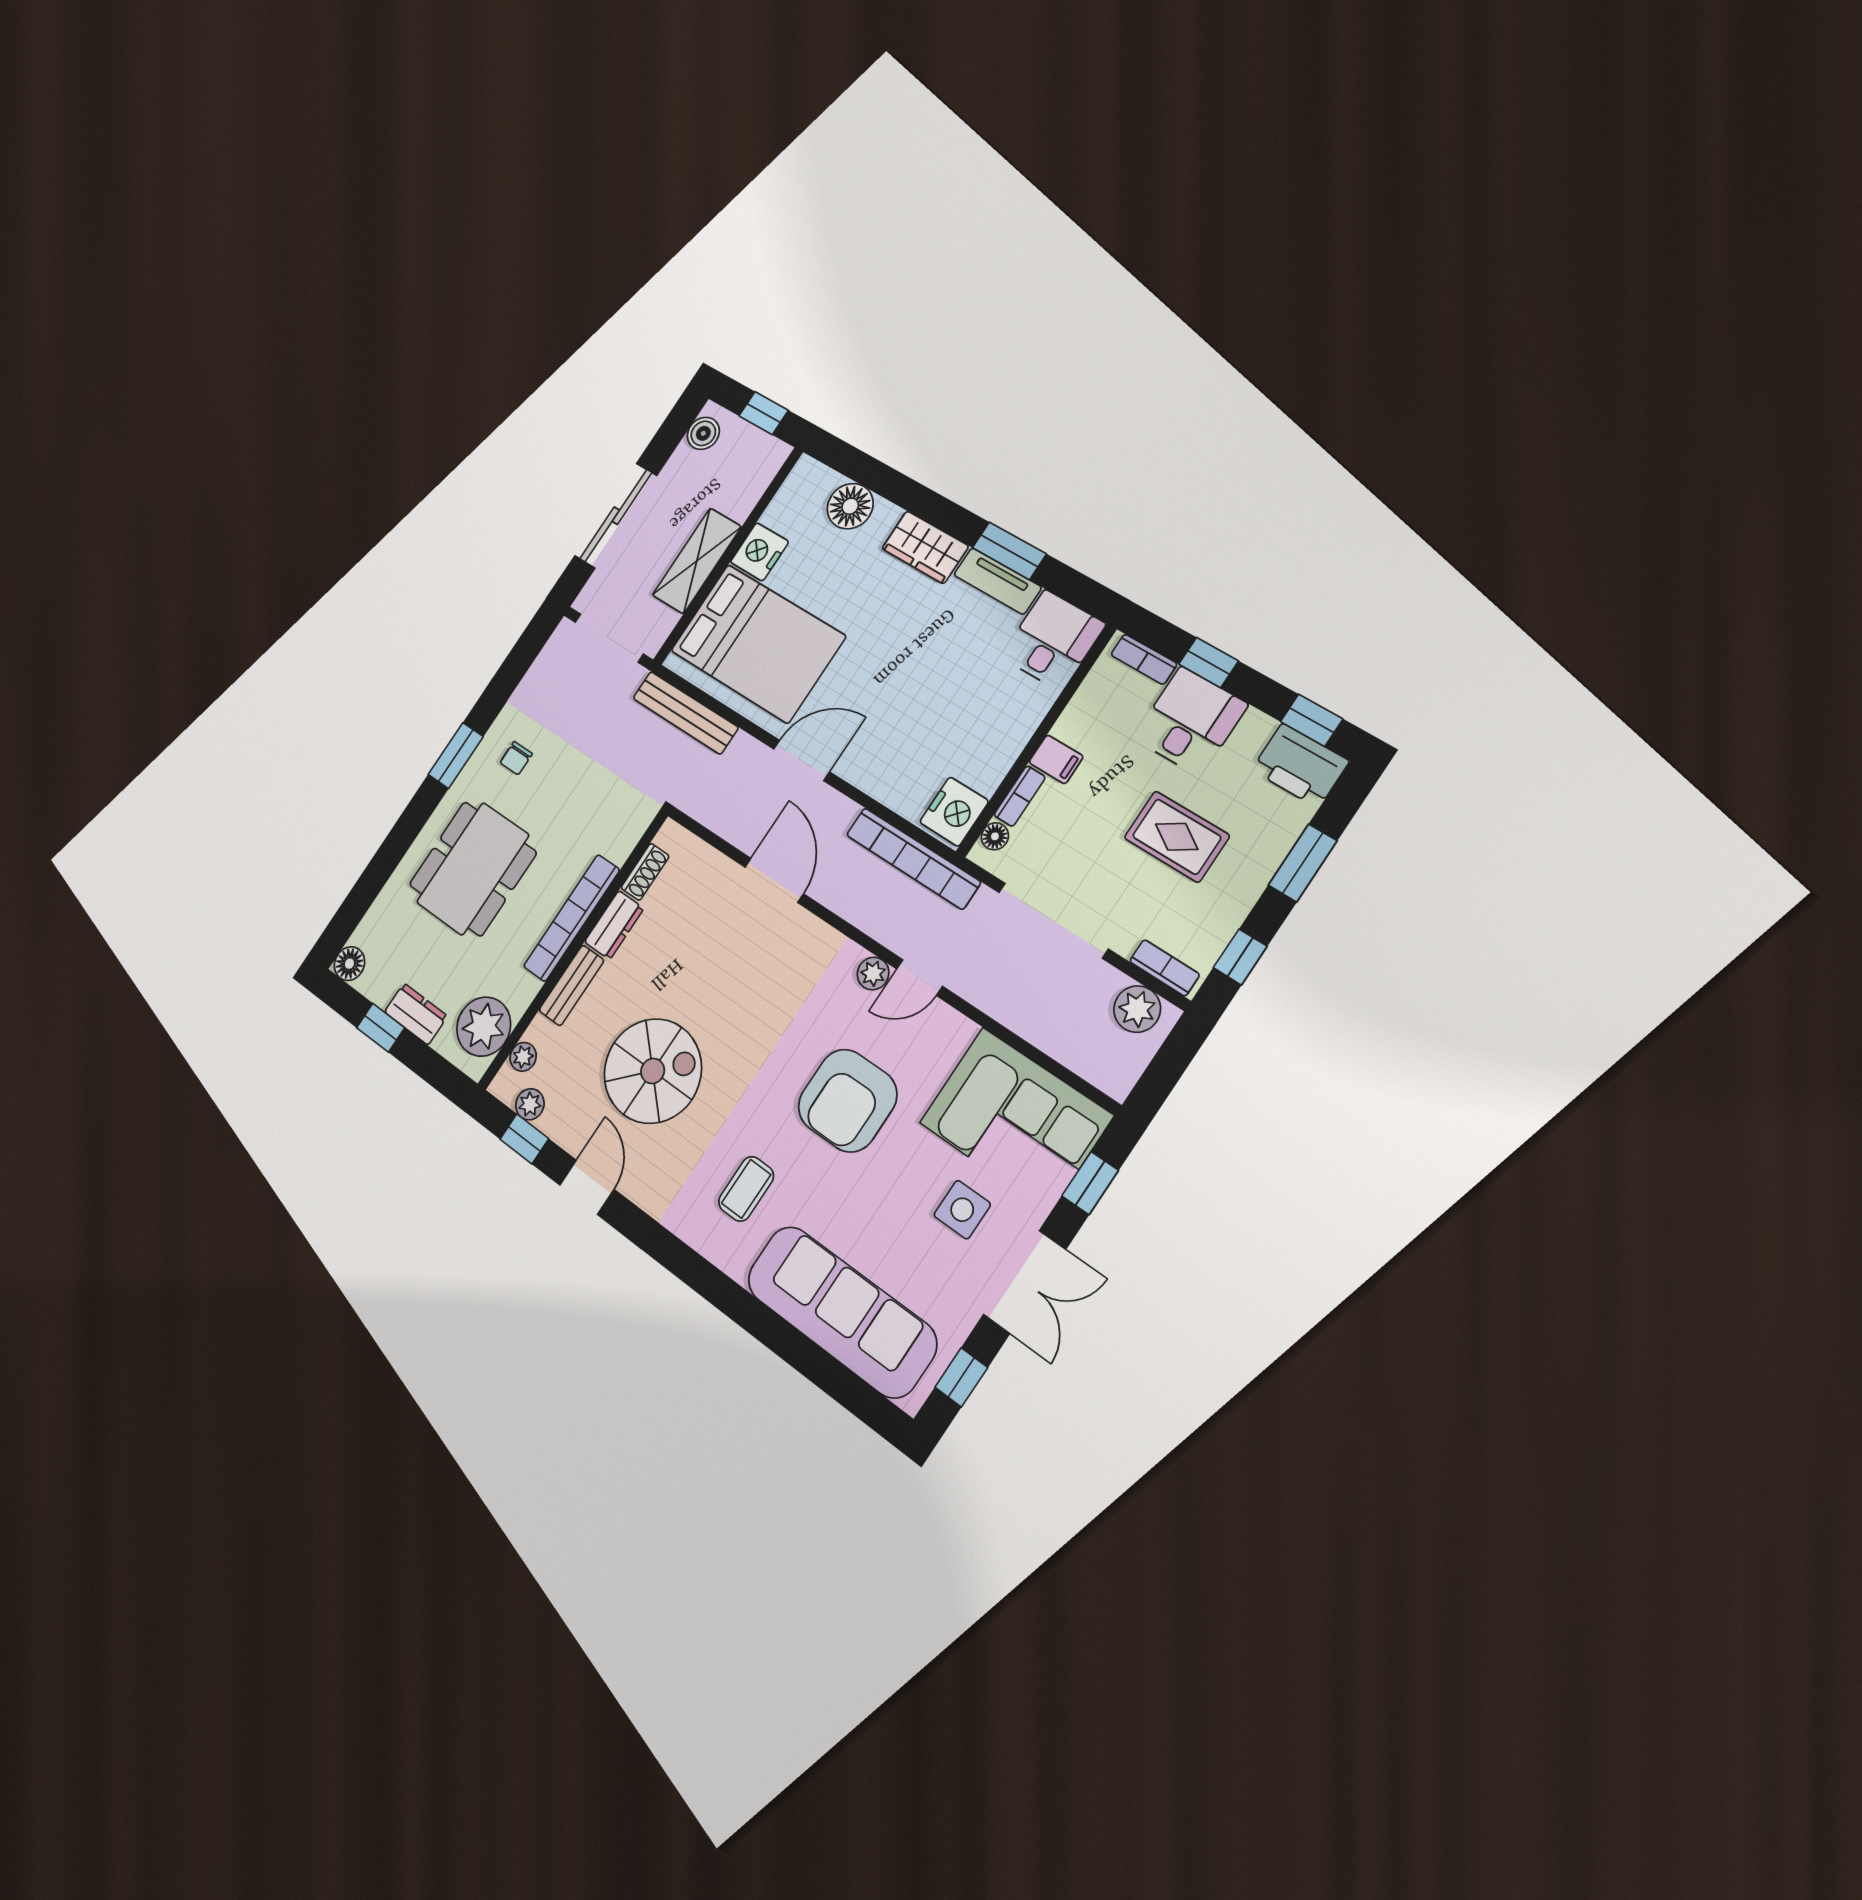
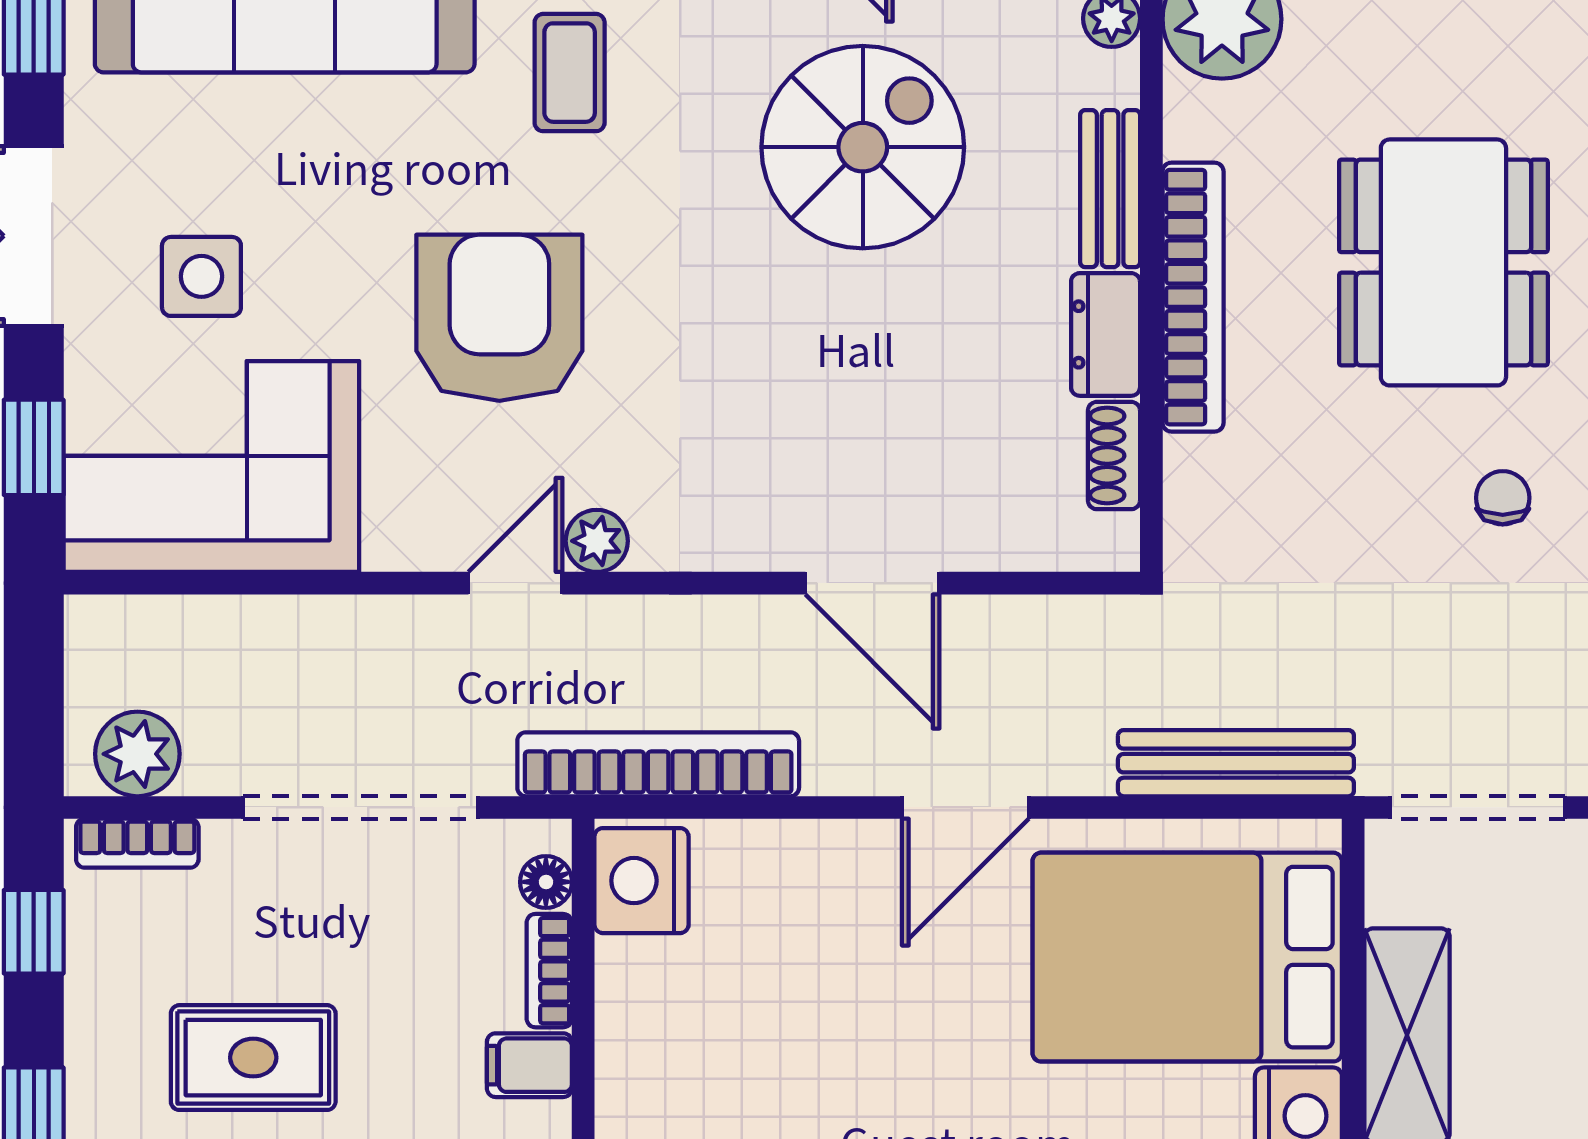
spiral stairs: (653, 1071) -> (863, 147), turned 180

